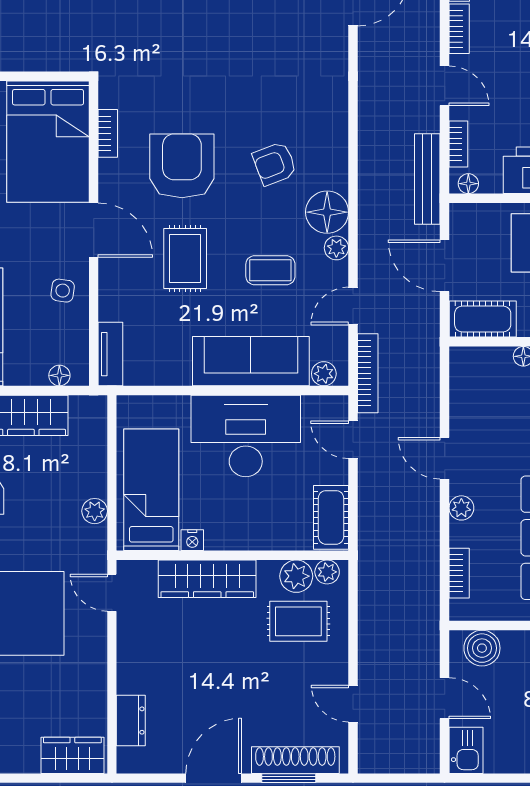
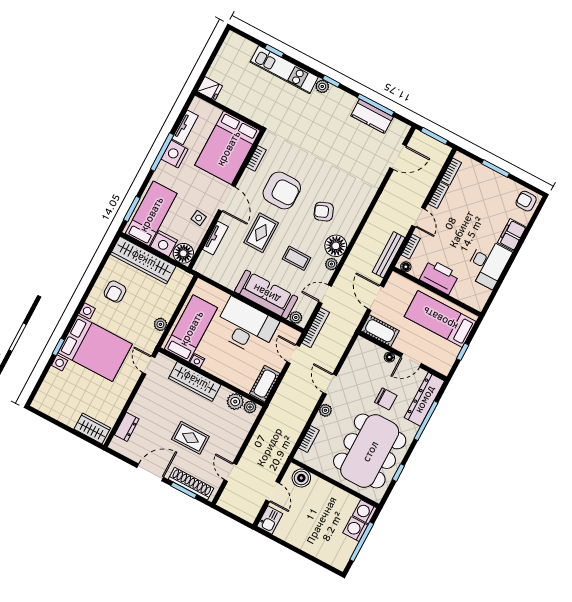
armchair: (182, 166) -> (282, 191), turned 90
tv unit: (110, 354) -> (215, 238), moved
nightstand: (26, 367) -> (164, 244), added
floor lamp: (59, 375) -> (183, 253), width x1.89, depth x1.89
rug: (298, 621) -> (190, 438), moved

